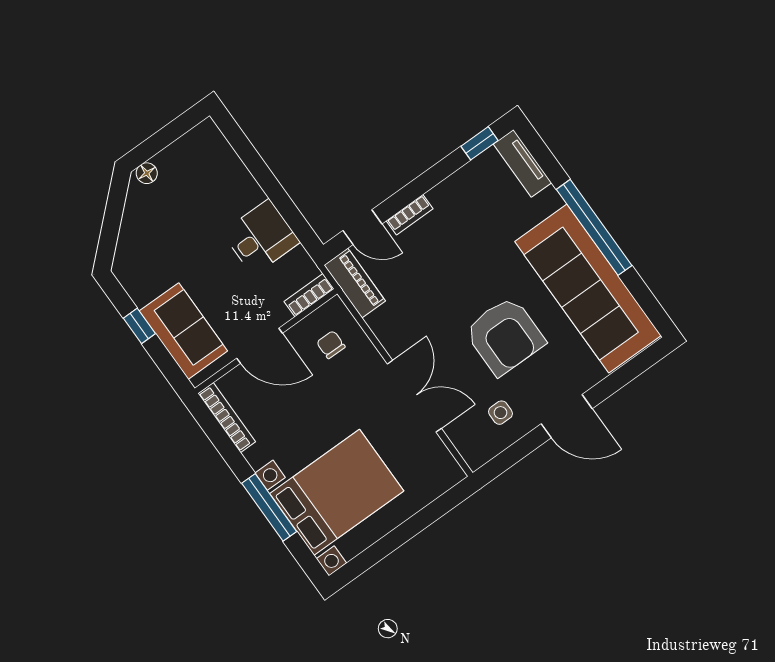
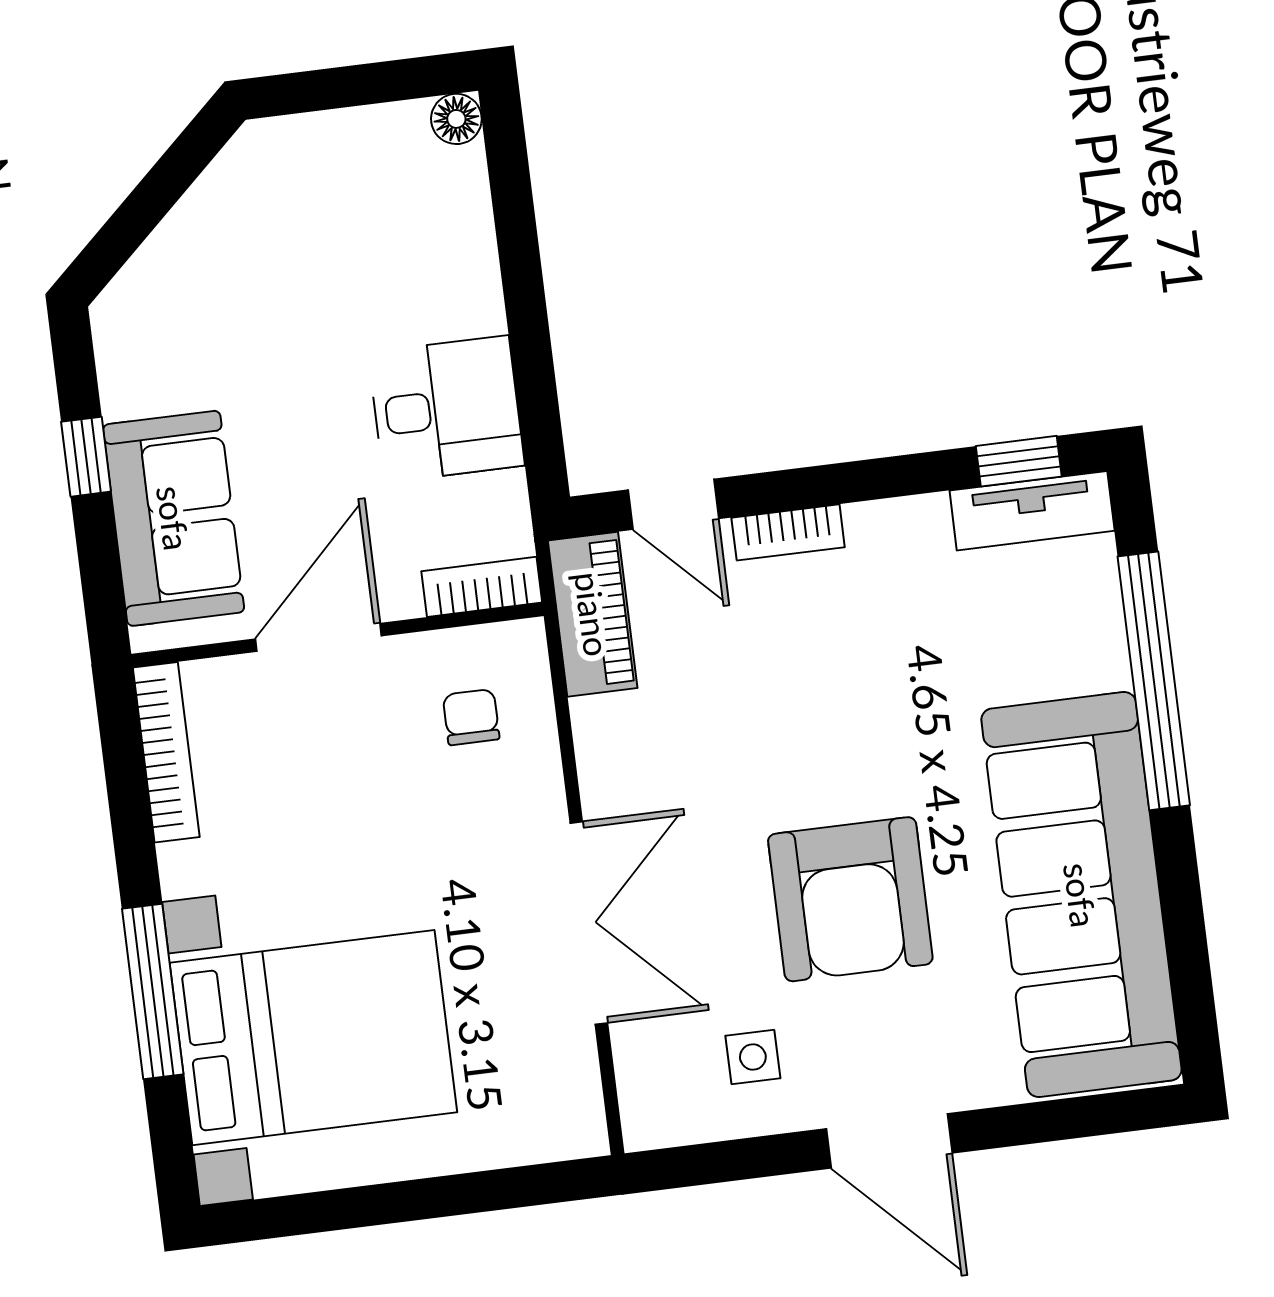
tv unit: (522, 163) -> (1032, 511), moved, turned -90
floor lamp: (147, 173) -> (456, 119), moved
window: (594, 227) -> (1154, 681), moved
door: (260, 346) -> (319, 637), swing flipped

